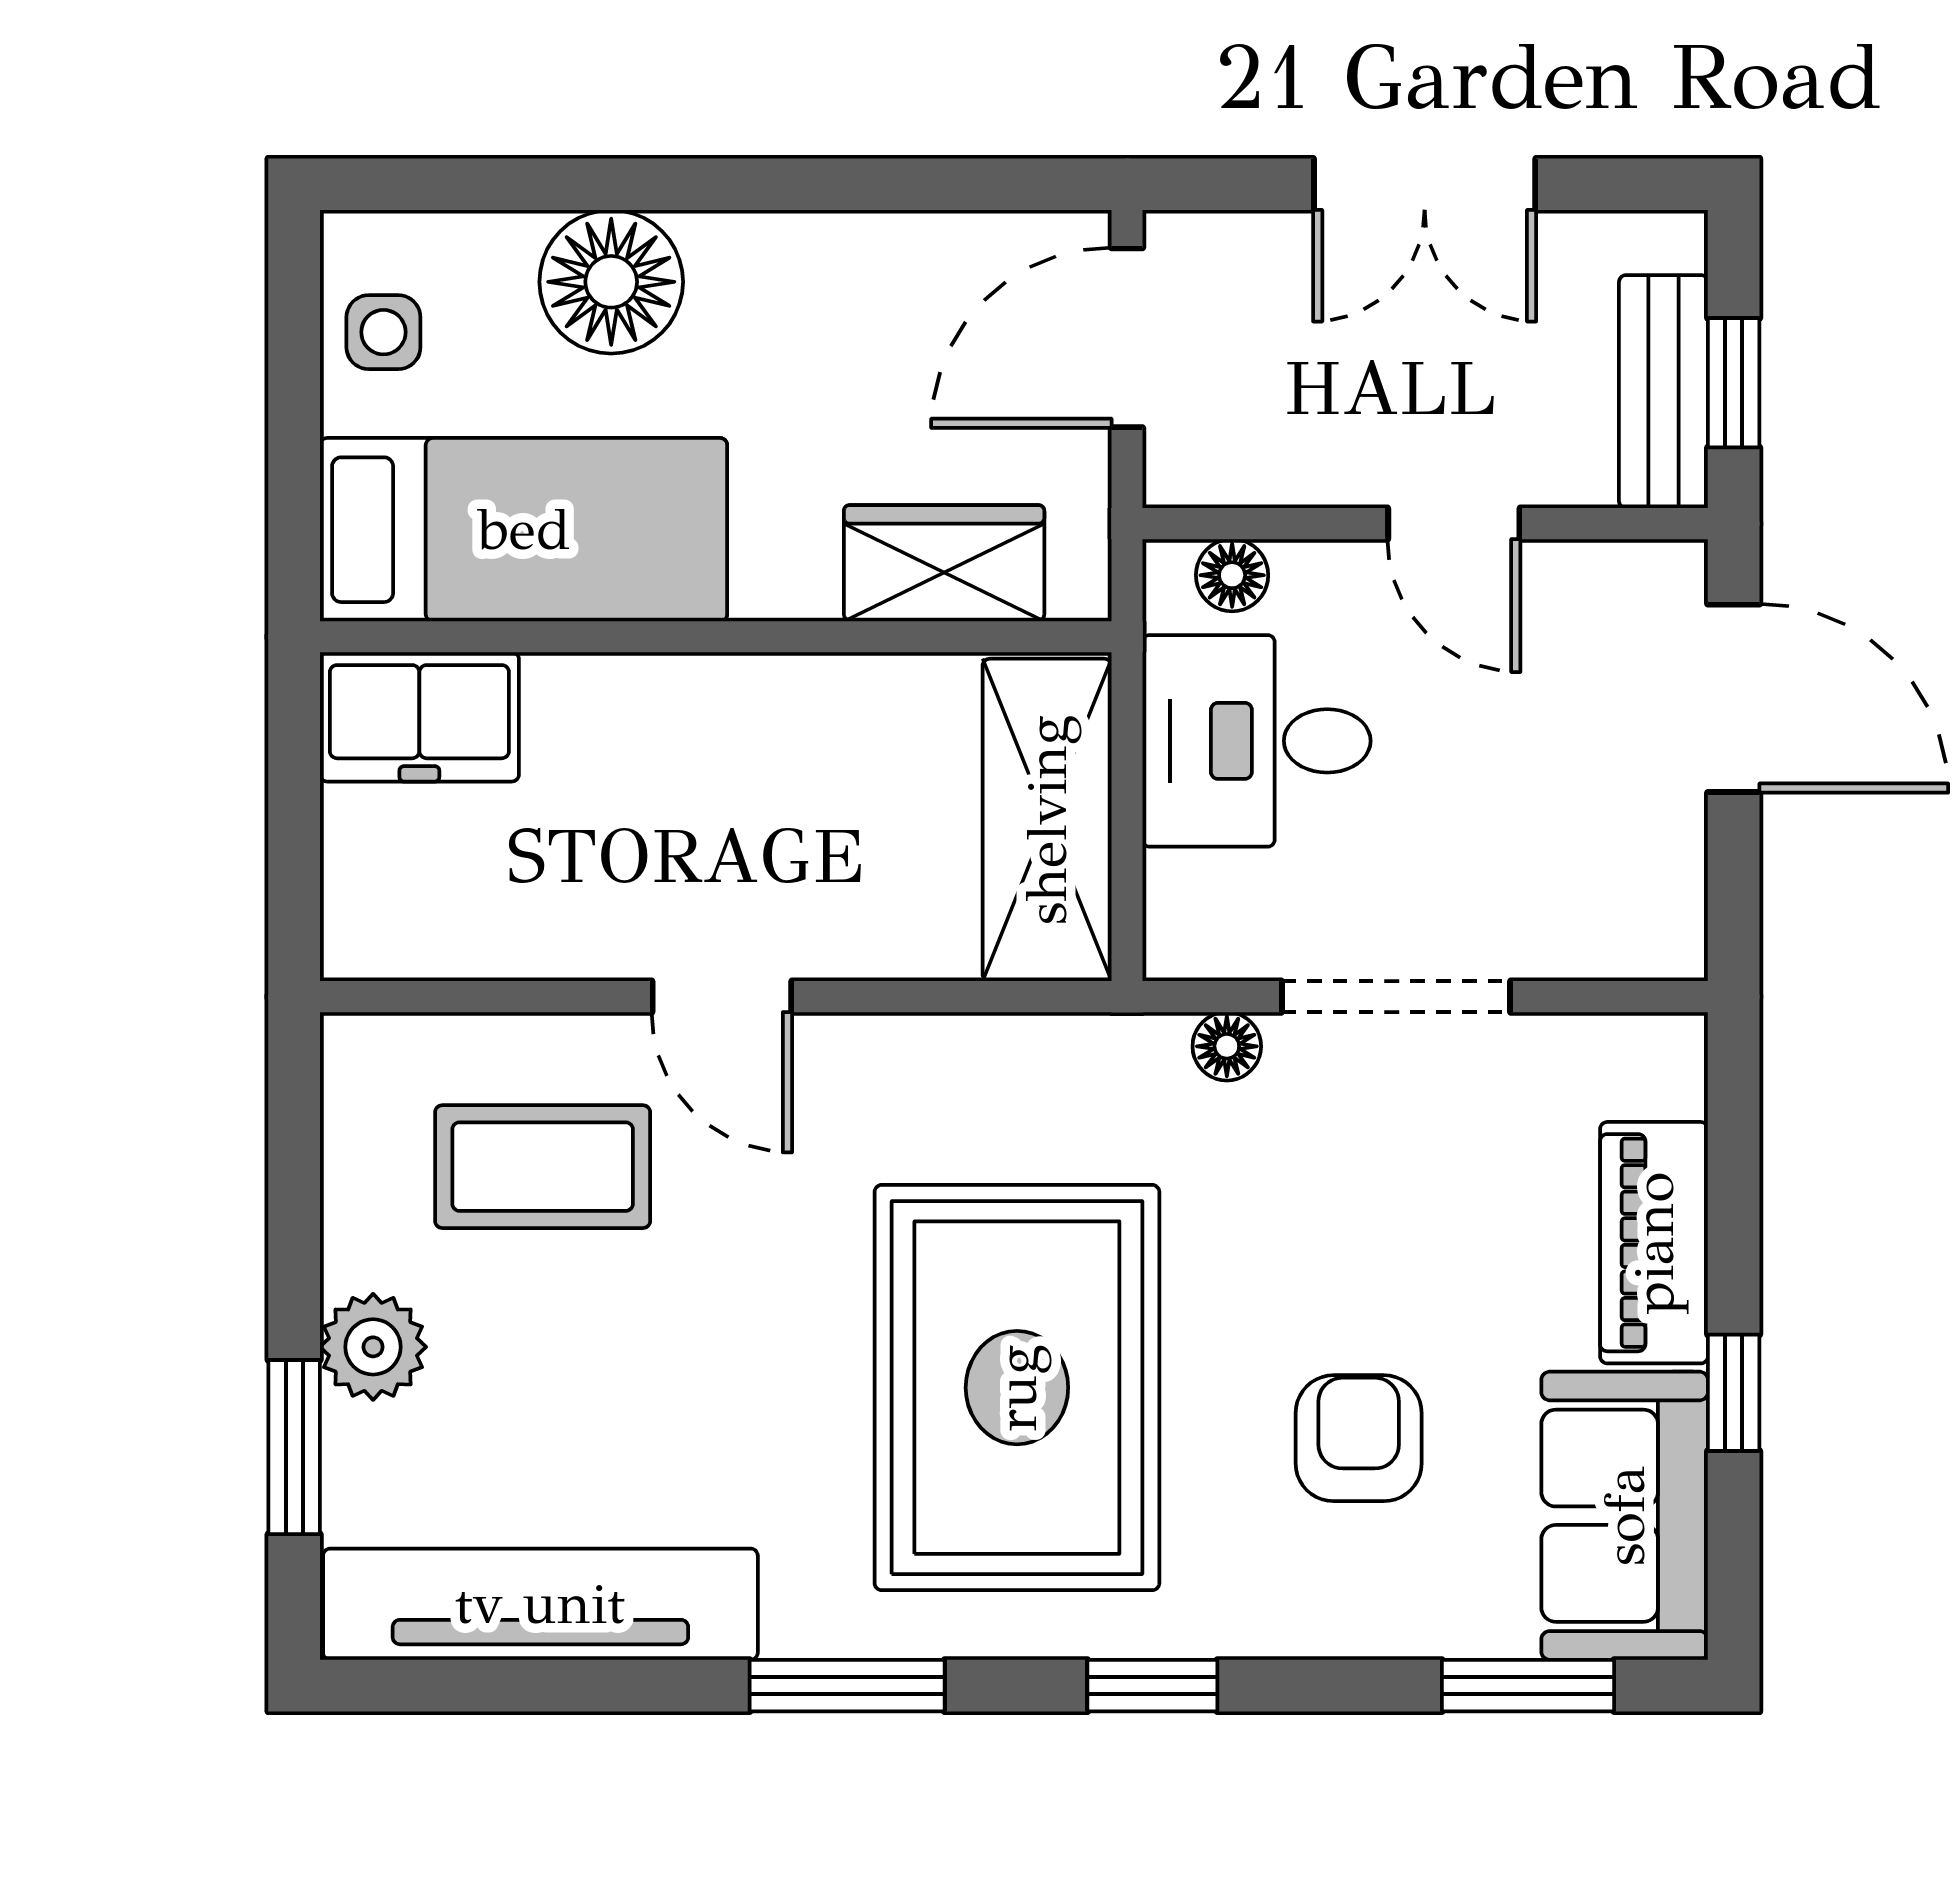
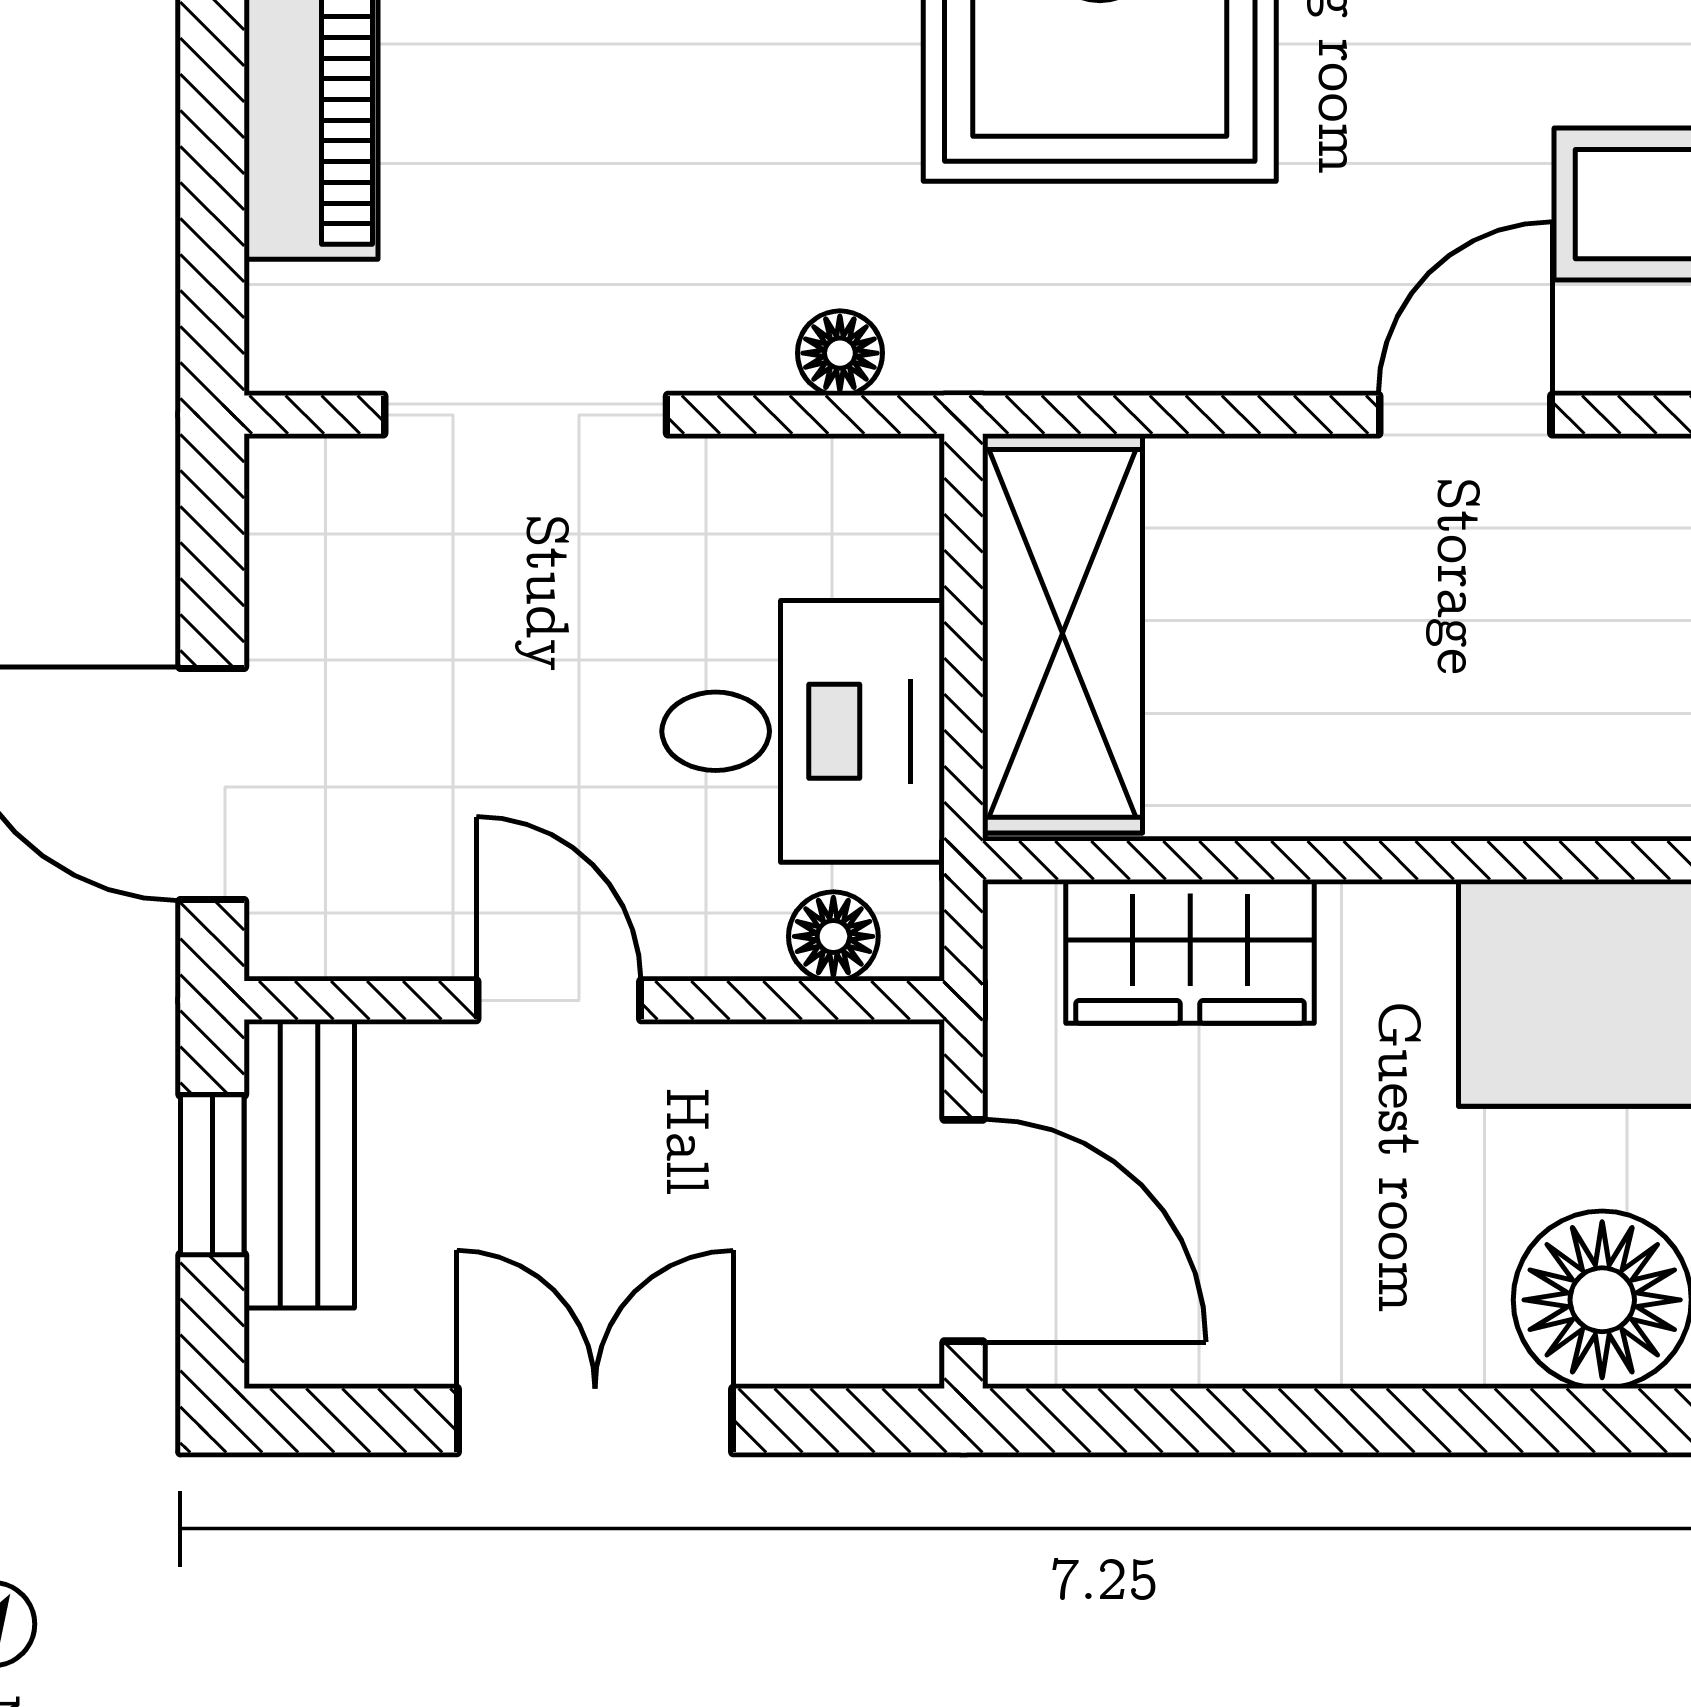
door: (1127, 338) -> (964, 1230), hinge flipped
door: (722, 997) -> (1465, 415), hinge flipped
doorway: (1396, 997) -> (526, 415), moved

